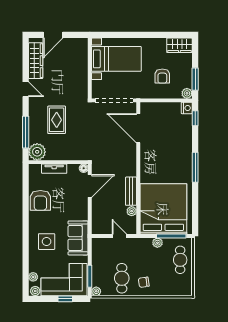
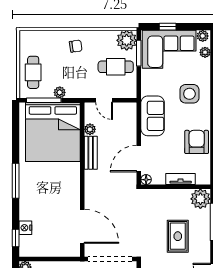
nightstand: (187, 108) -> (25, 228), moved
sofa: (78, 238) -> (153, 116), moved
cafe table: (122, 278) -> (116, 67), moved, turned 90
plant: (96, 291) -> (127, 40), width x1.87, depth x1.87

